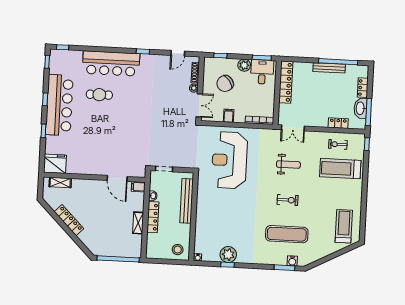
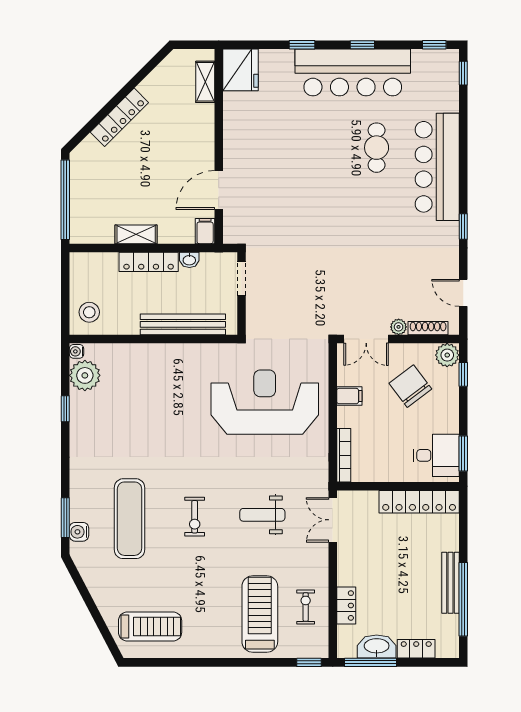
plant: (244, 65) -> (447, 355), moved
weight bench: (288, 165) -> (262, 515), turned 90
locker: (69, 220) -> (119, 117), moved
plant: (228, 255) -> (85, 375), moved

